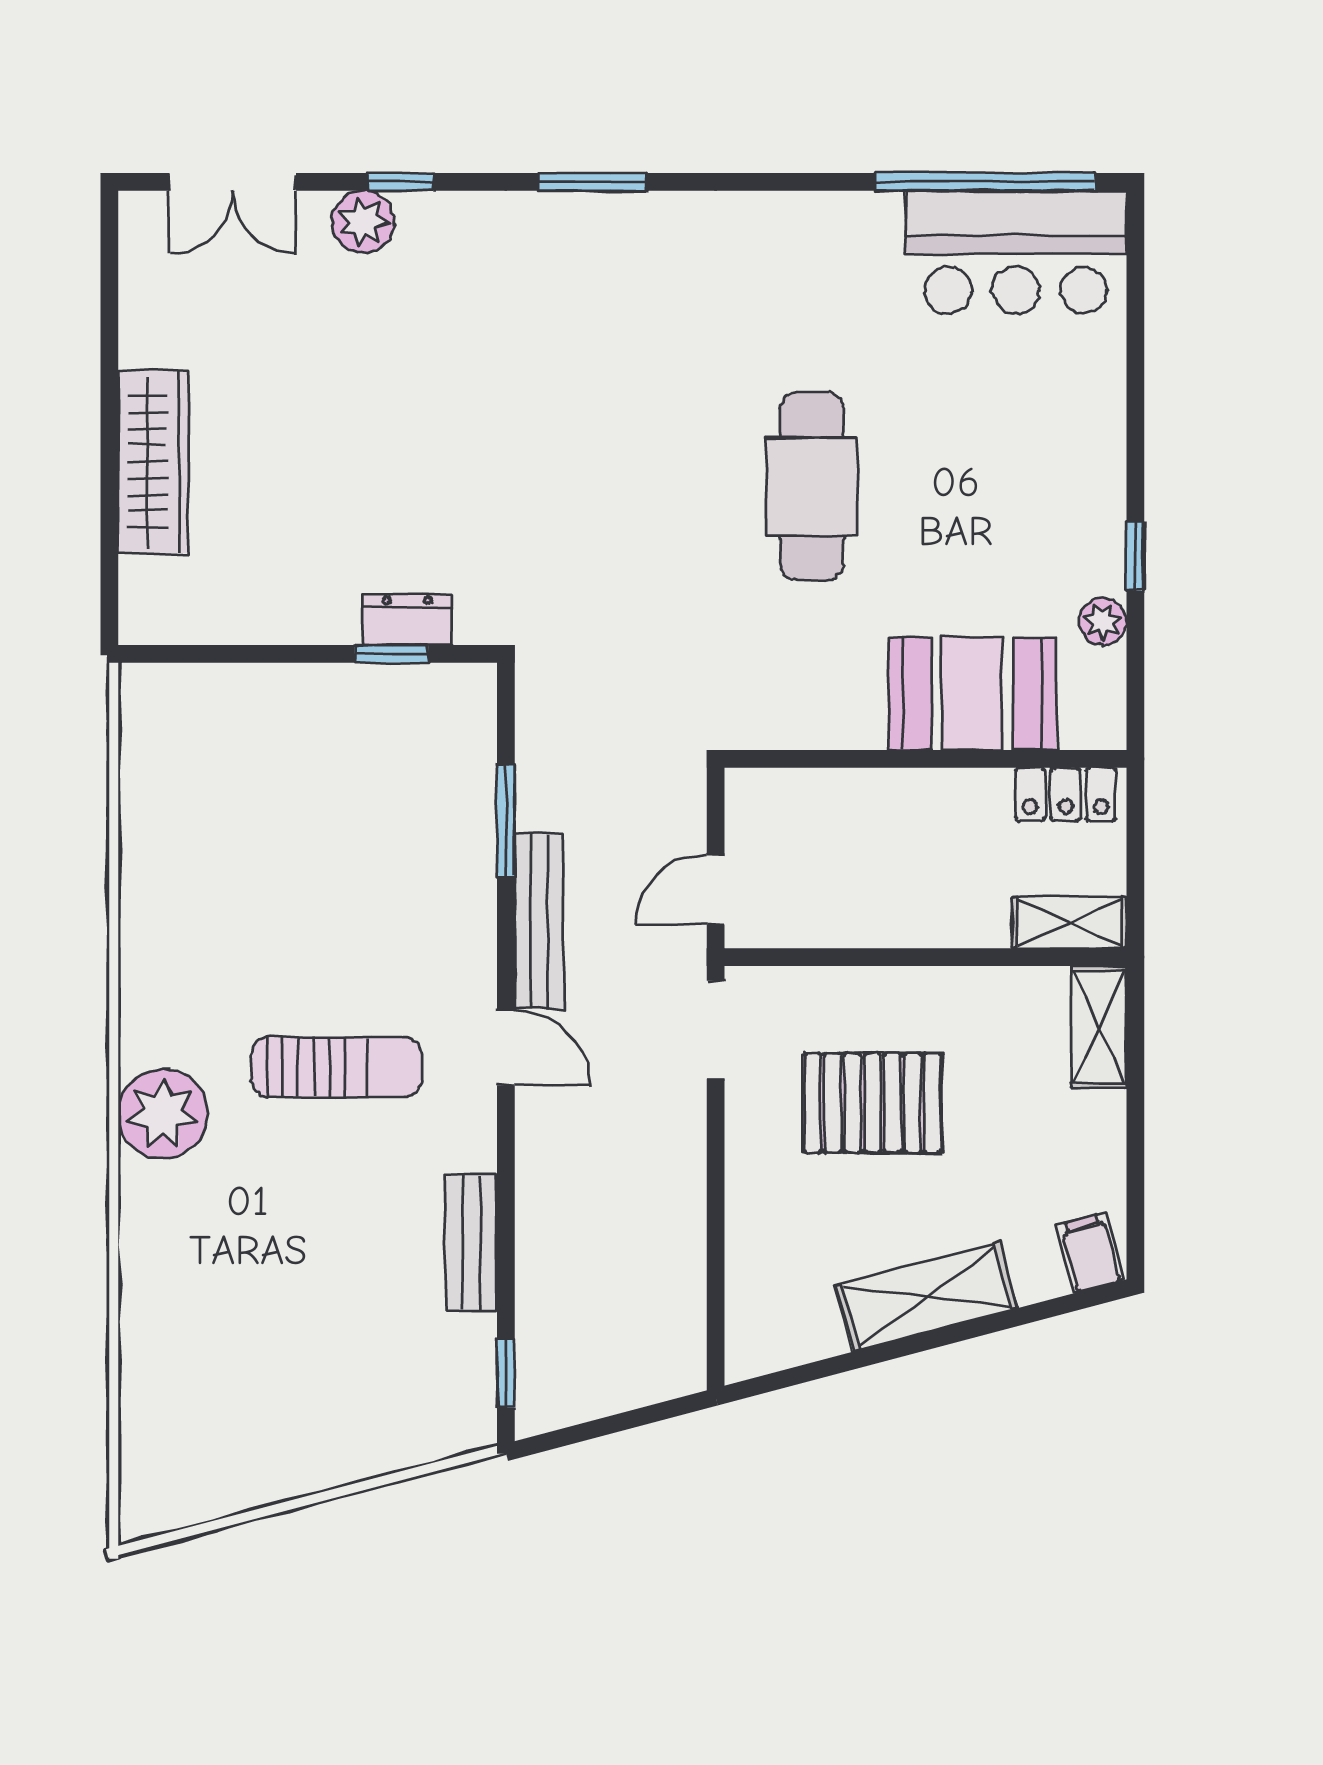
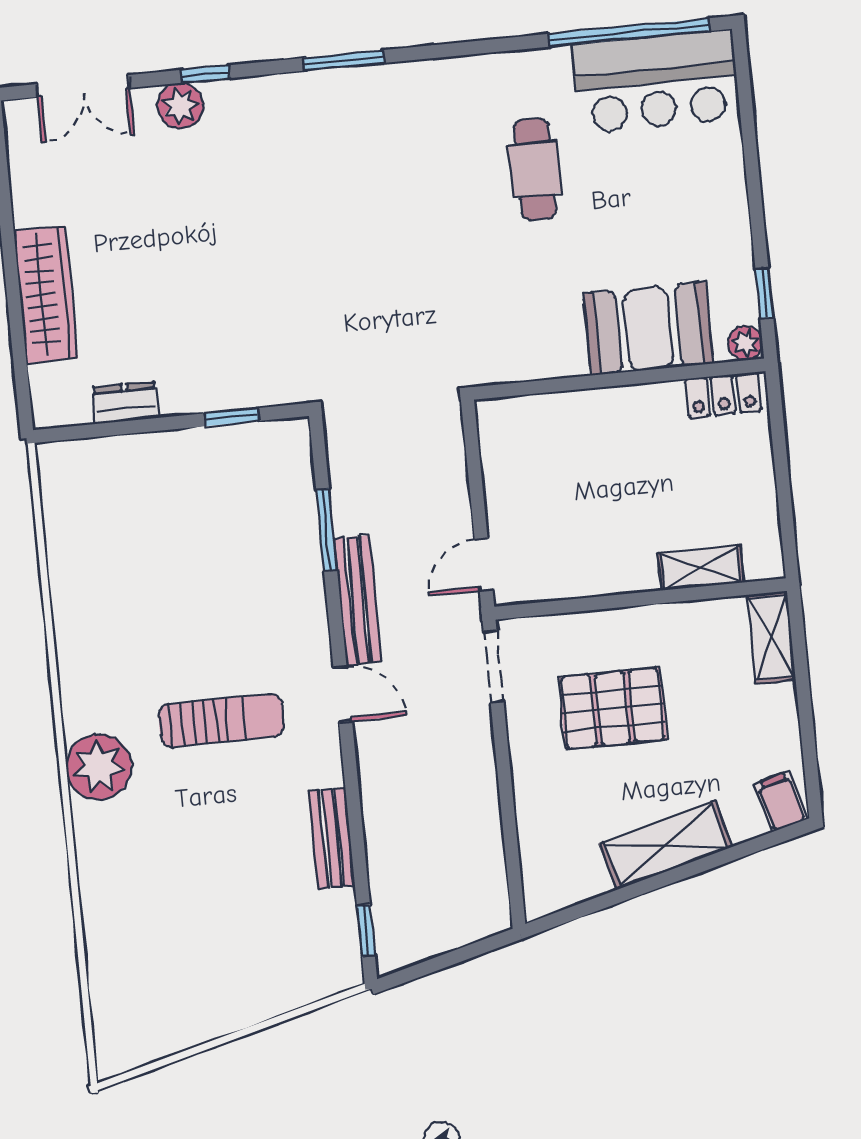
cafe table: (812, 486) -> (535, 169), moved, width x0.73, depth x0.74
dresser: (407, 620) -> (126, 403), moved
booth: (972, 694) -> (648, 328), moved
wall: (925, 759) -> (619, 379), moved
locker: (1066, 794) -> (723, 395), moved
shelving: (1070, 923) -> (701, 568), moved

